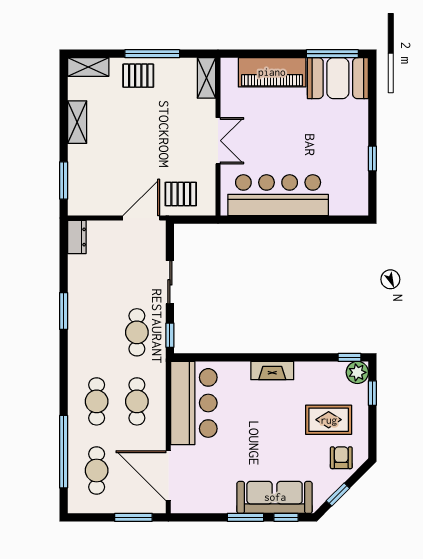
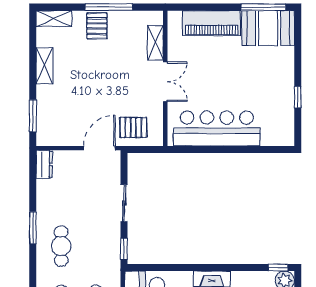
pallet: (138, 76) -> (97, 26), turned 90
shelving: (206, 78) -> (155, 43), moved
cafe table: (137, 332) -> (61, 246), moved

